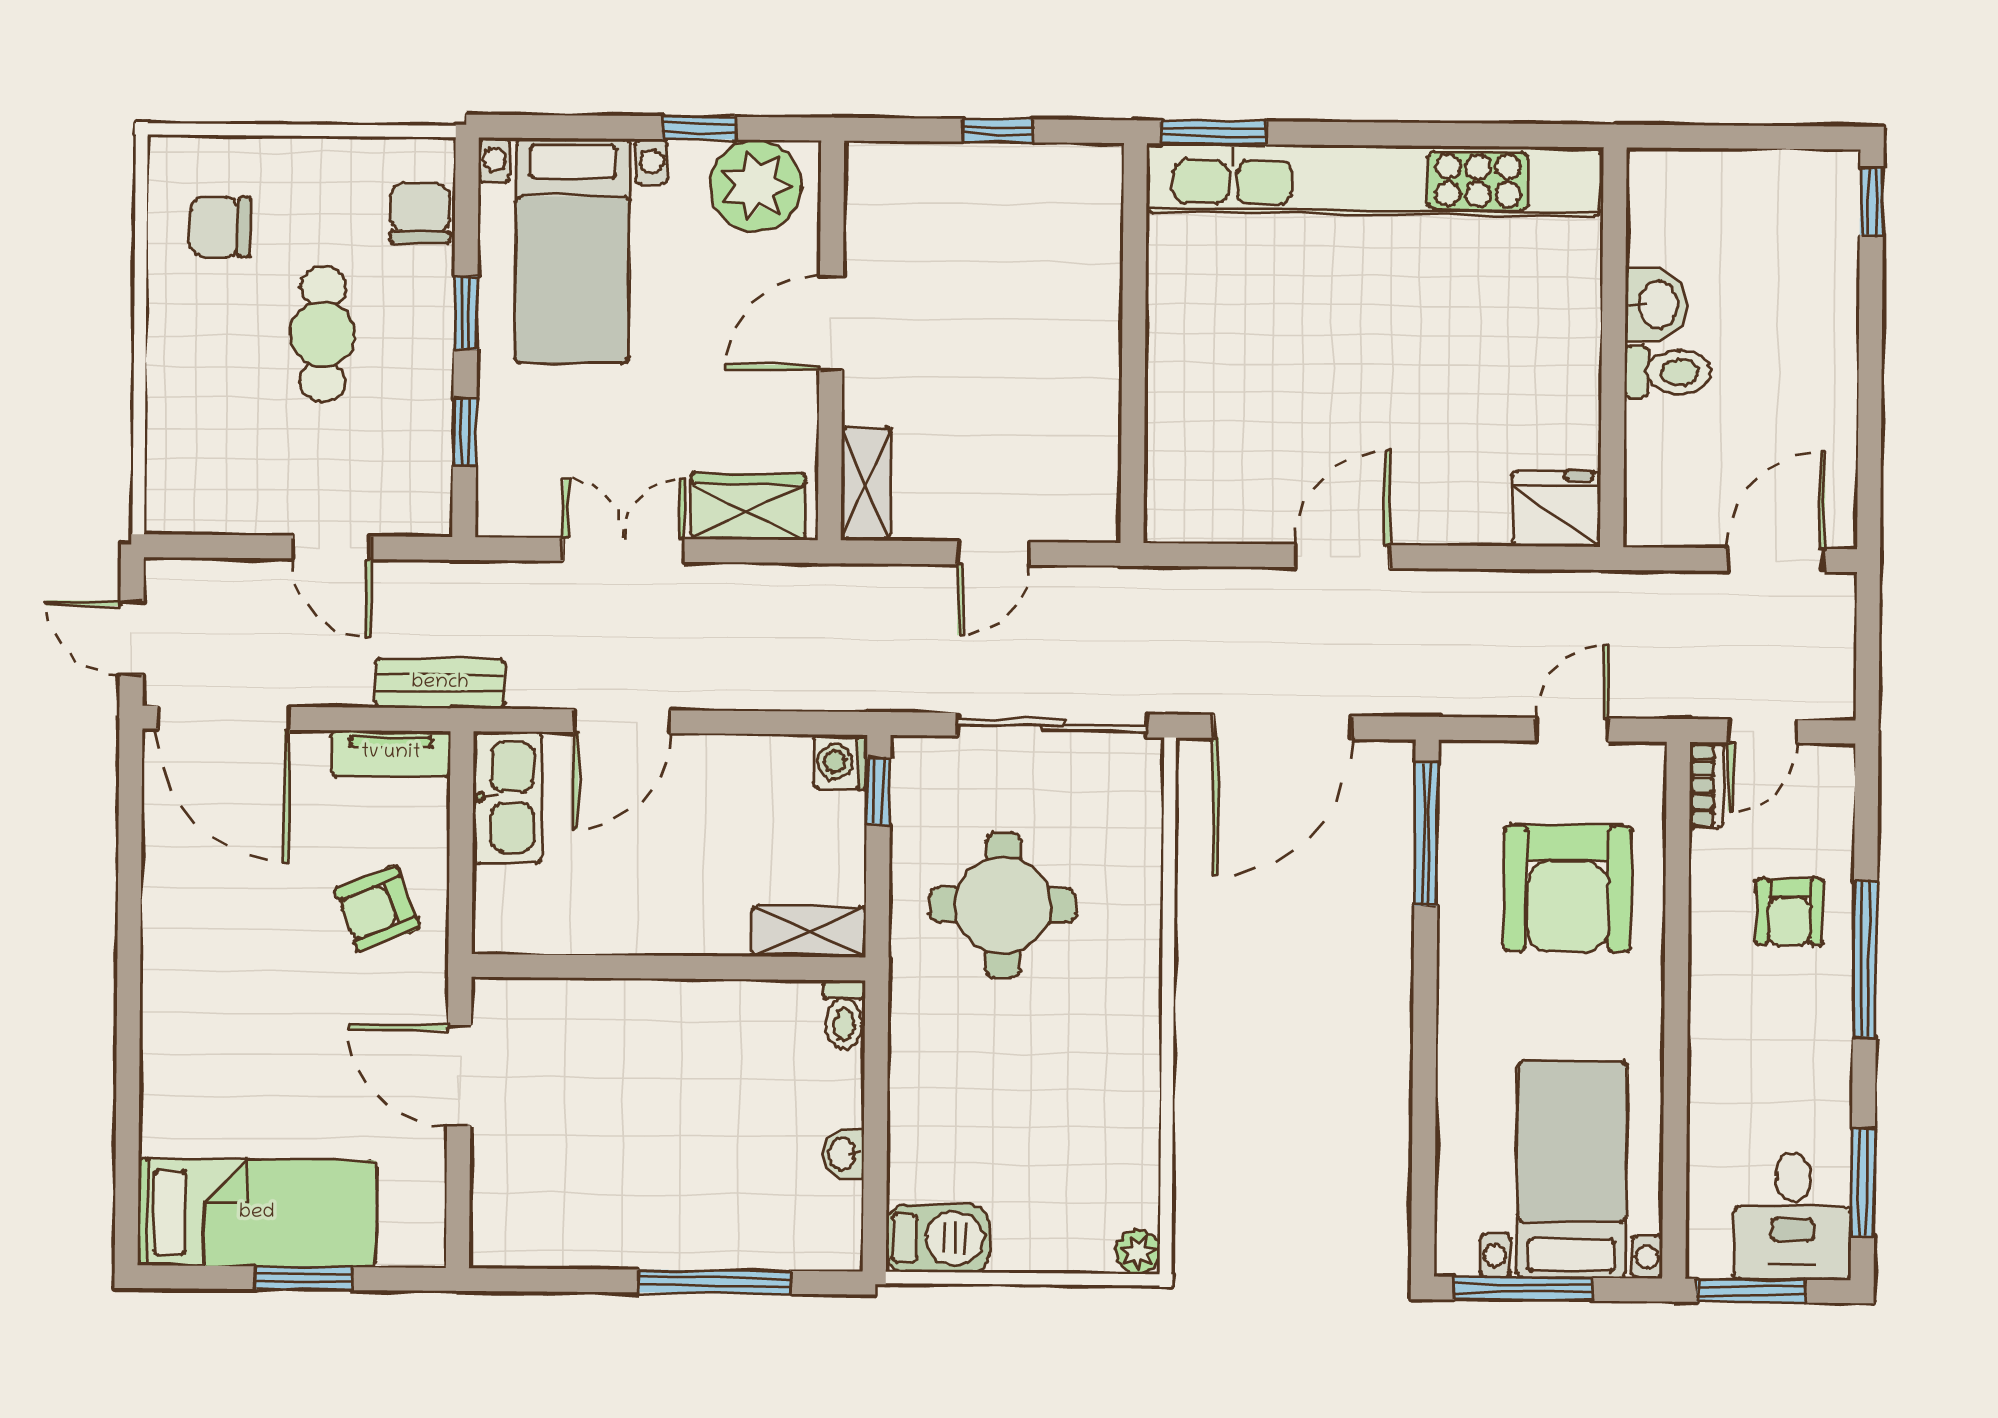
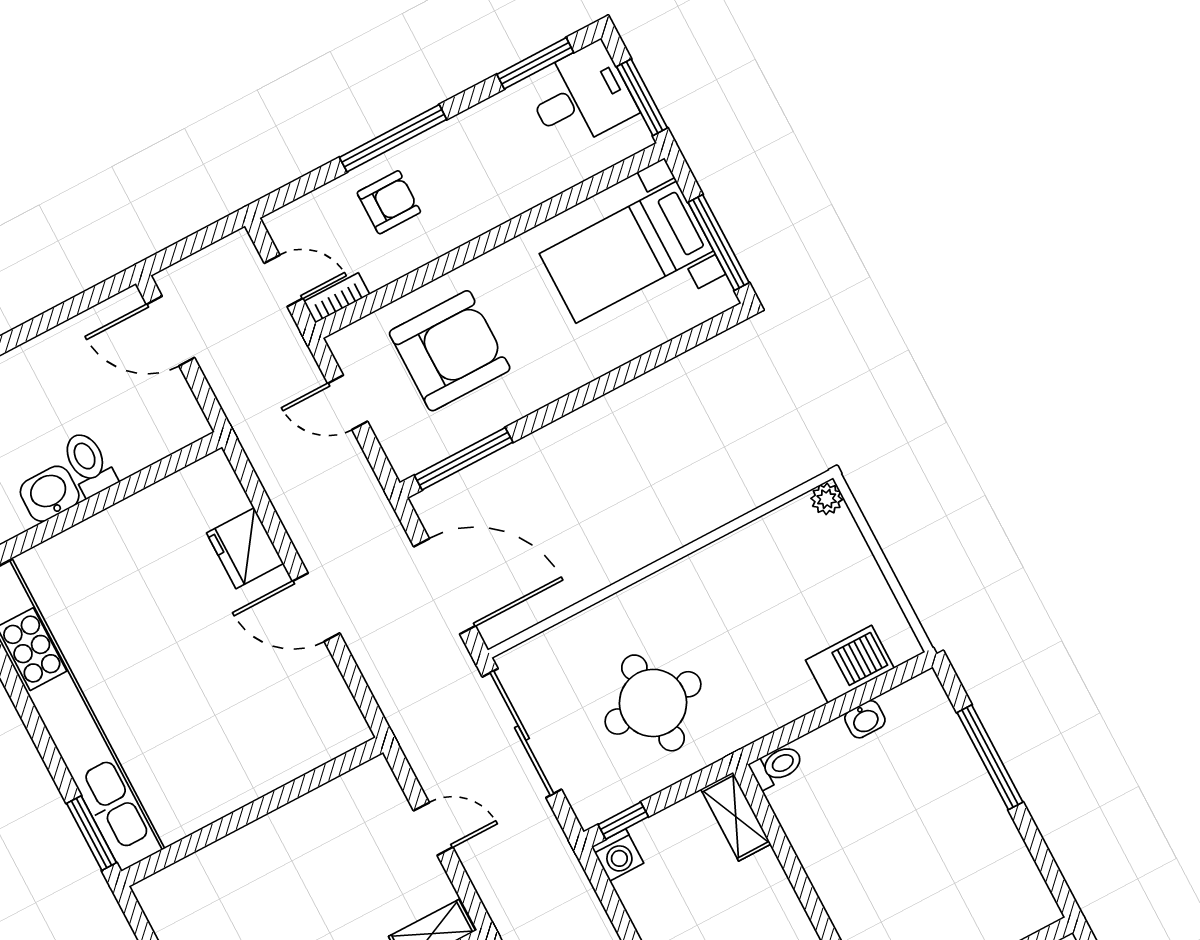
fridge: (1556, 509) -> (245, 548), moved
barbecue: (938, 1238) -> (850, 664), moved, turned 90

